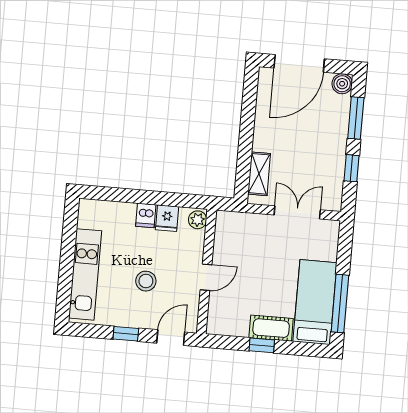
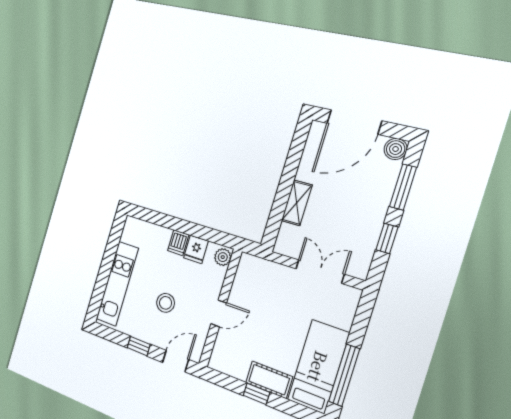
shelving: (259, 174) -> (297, 203), moved

